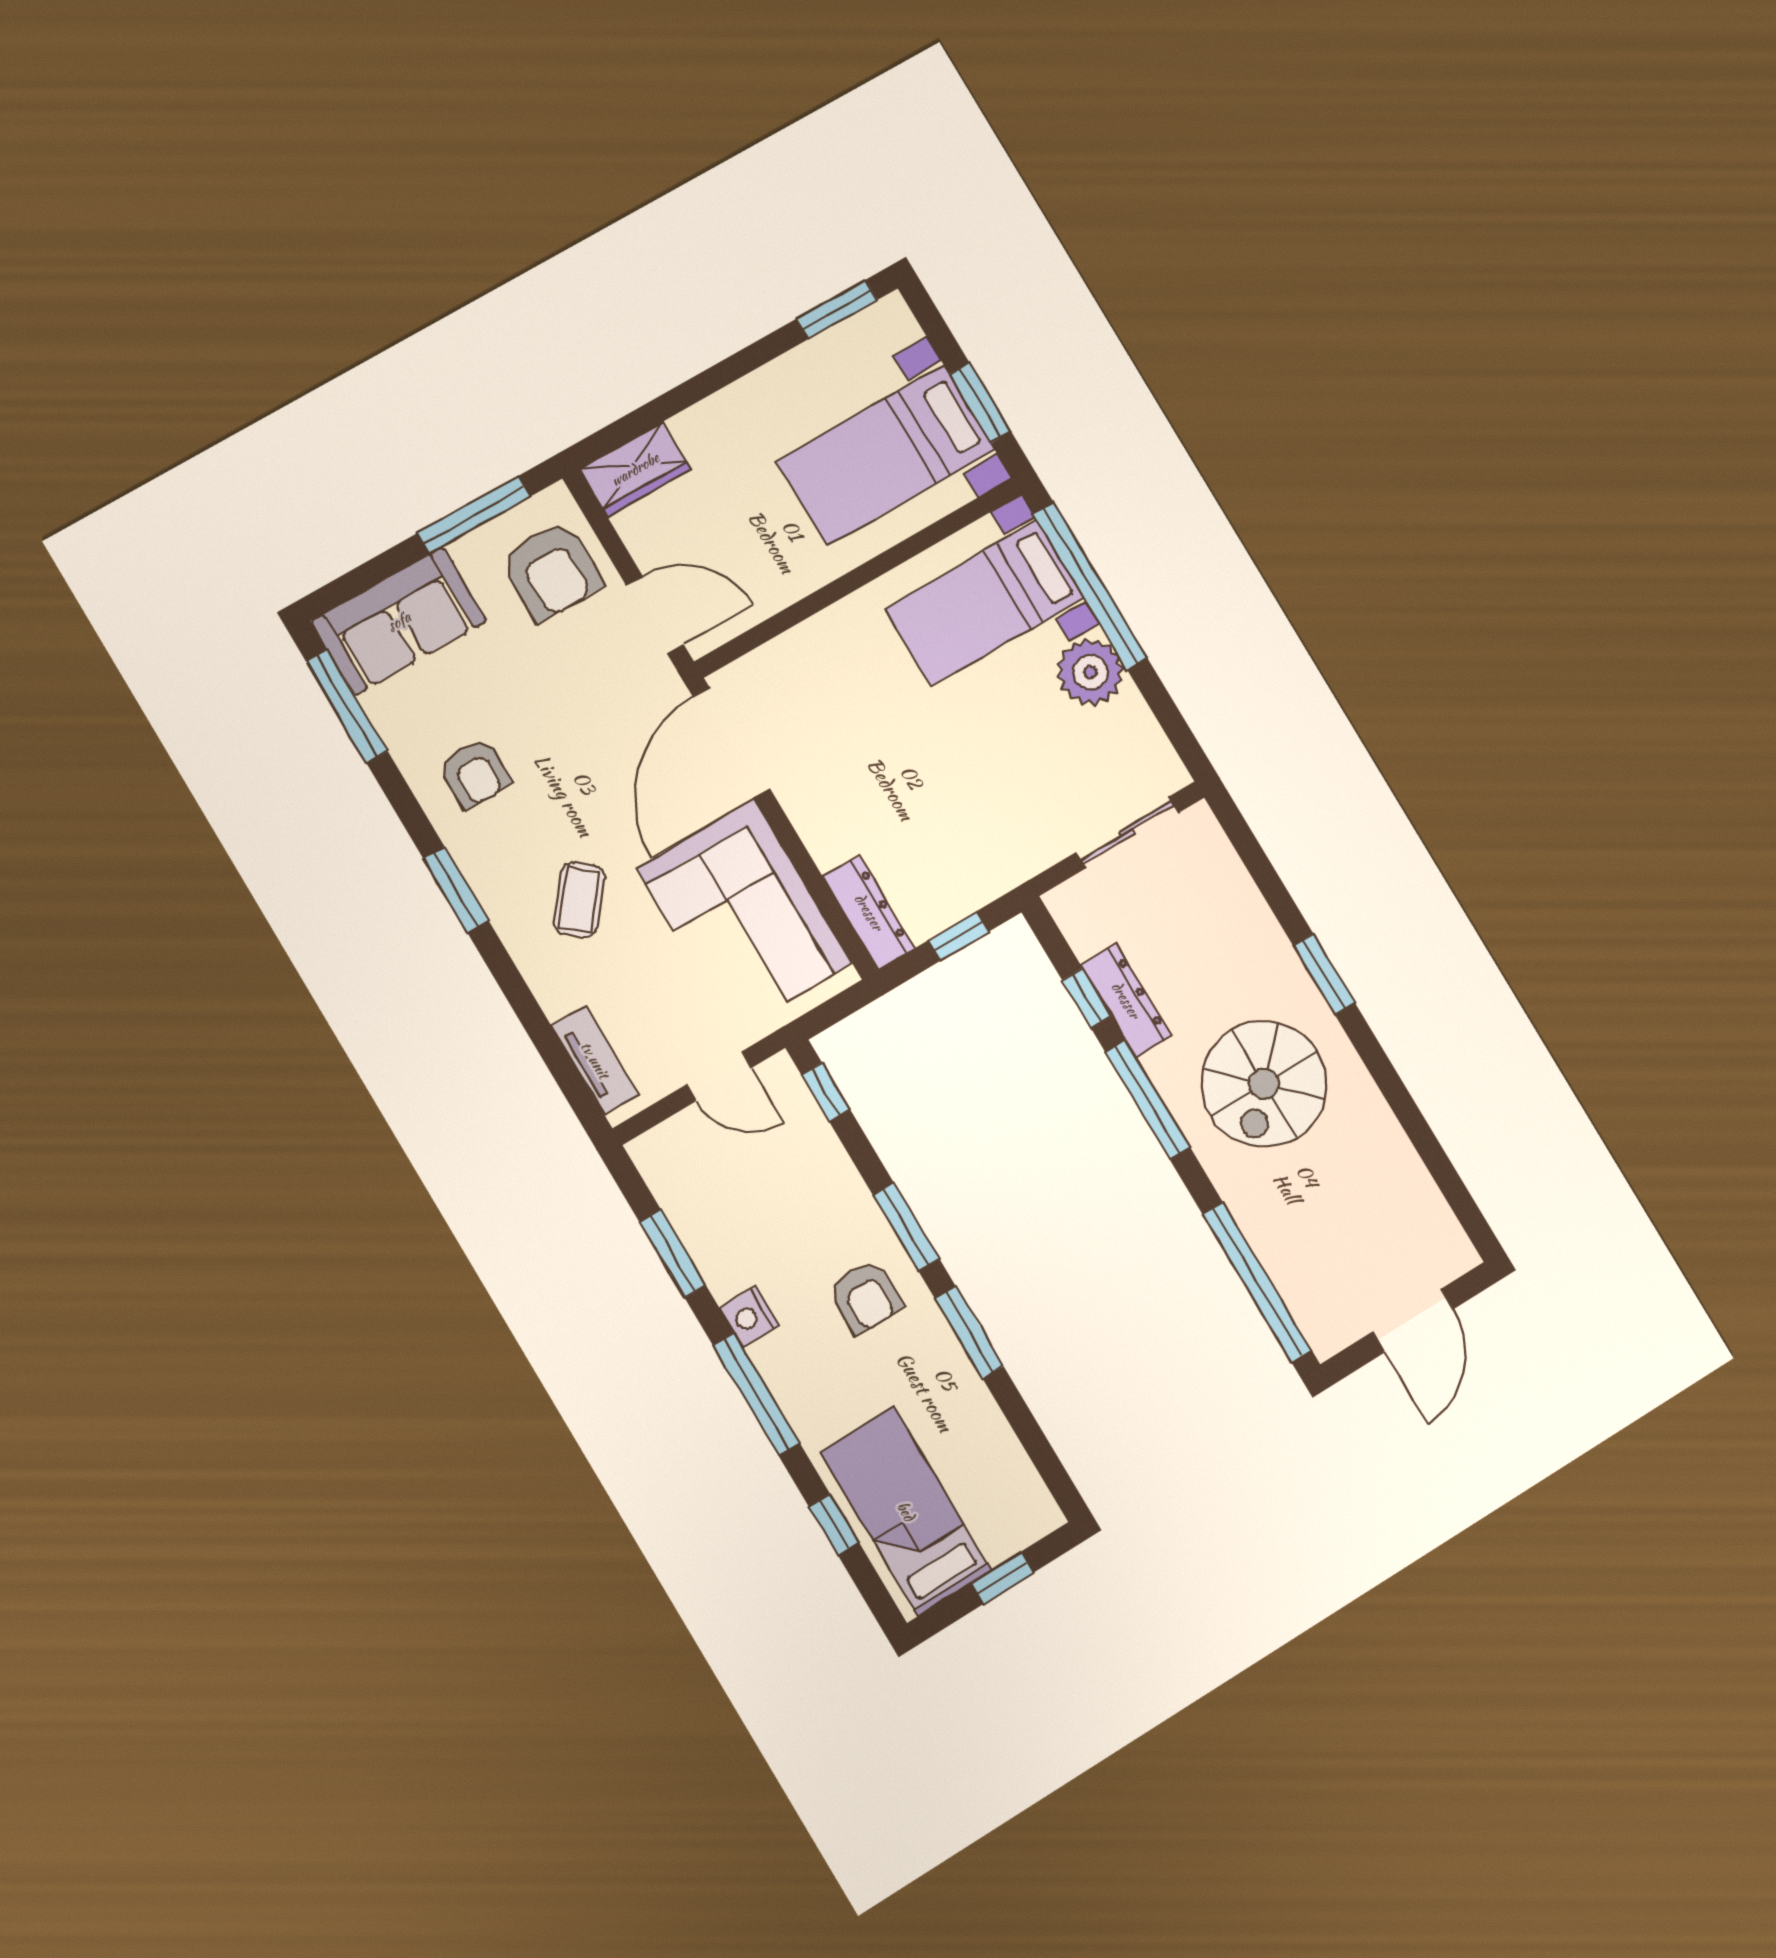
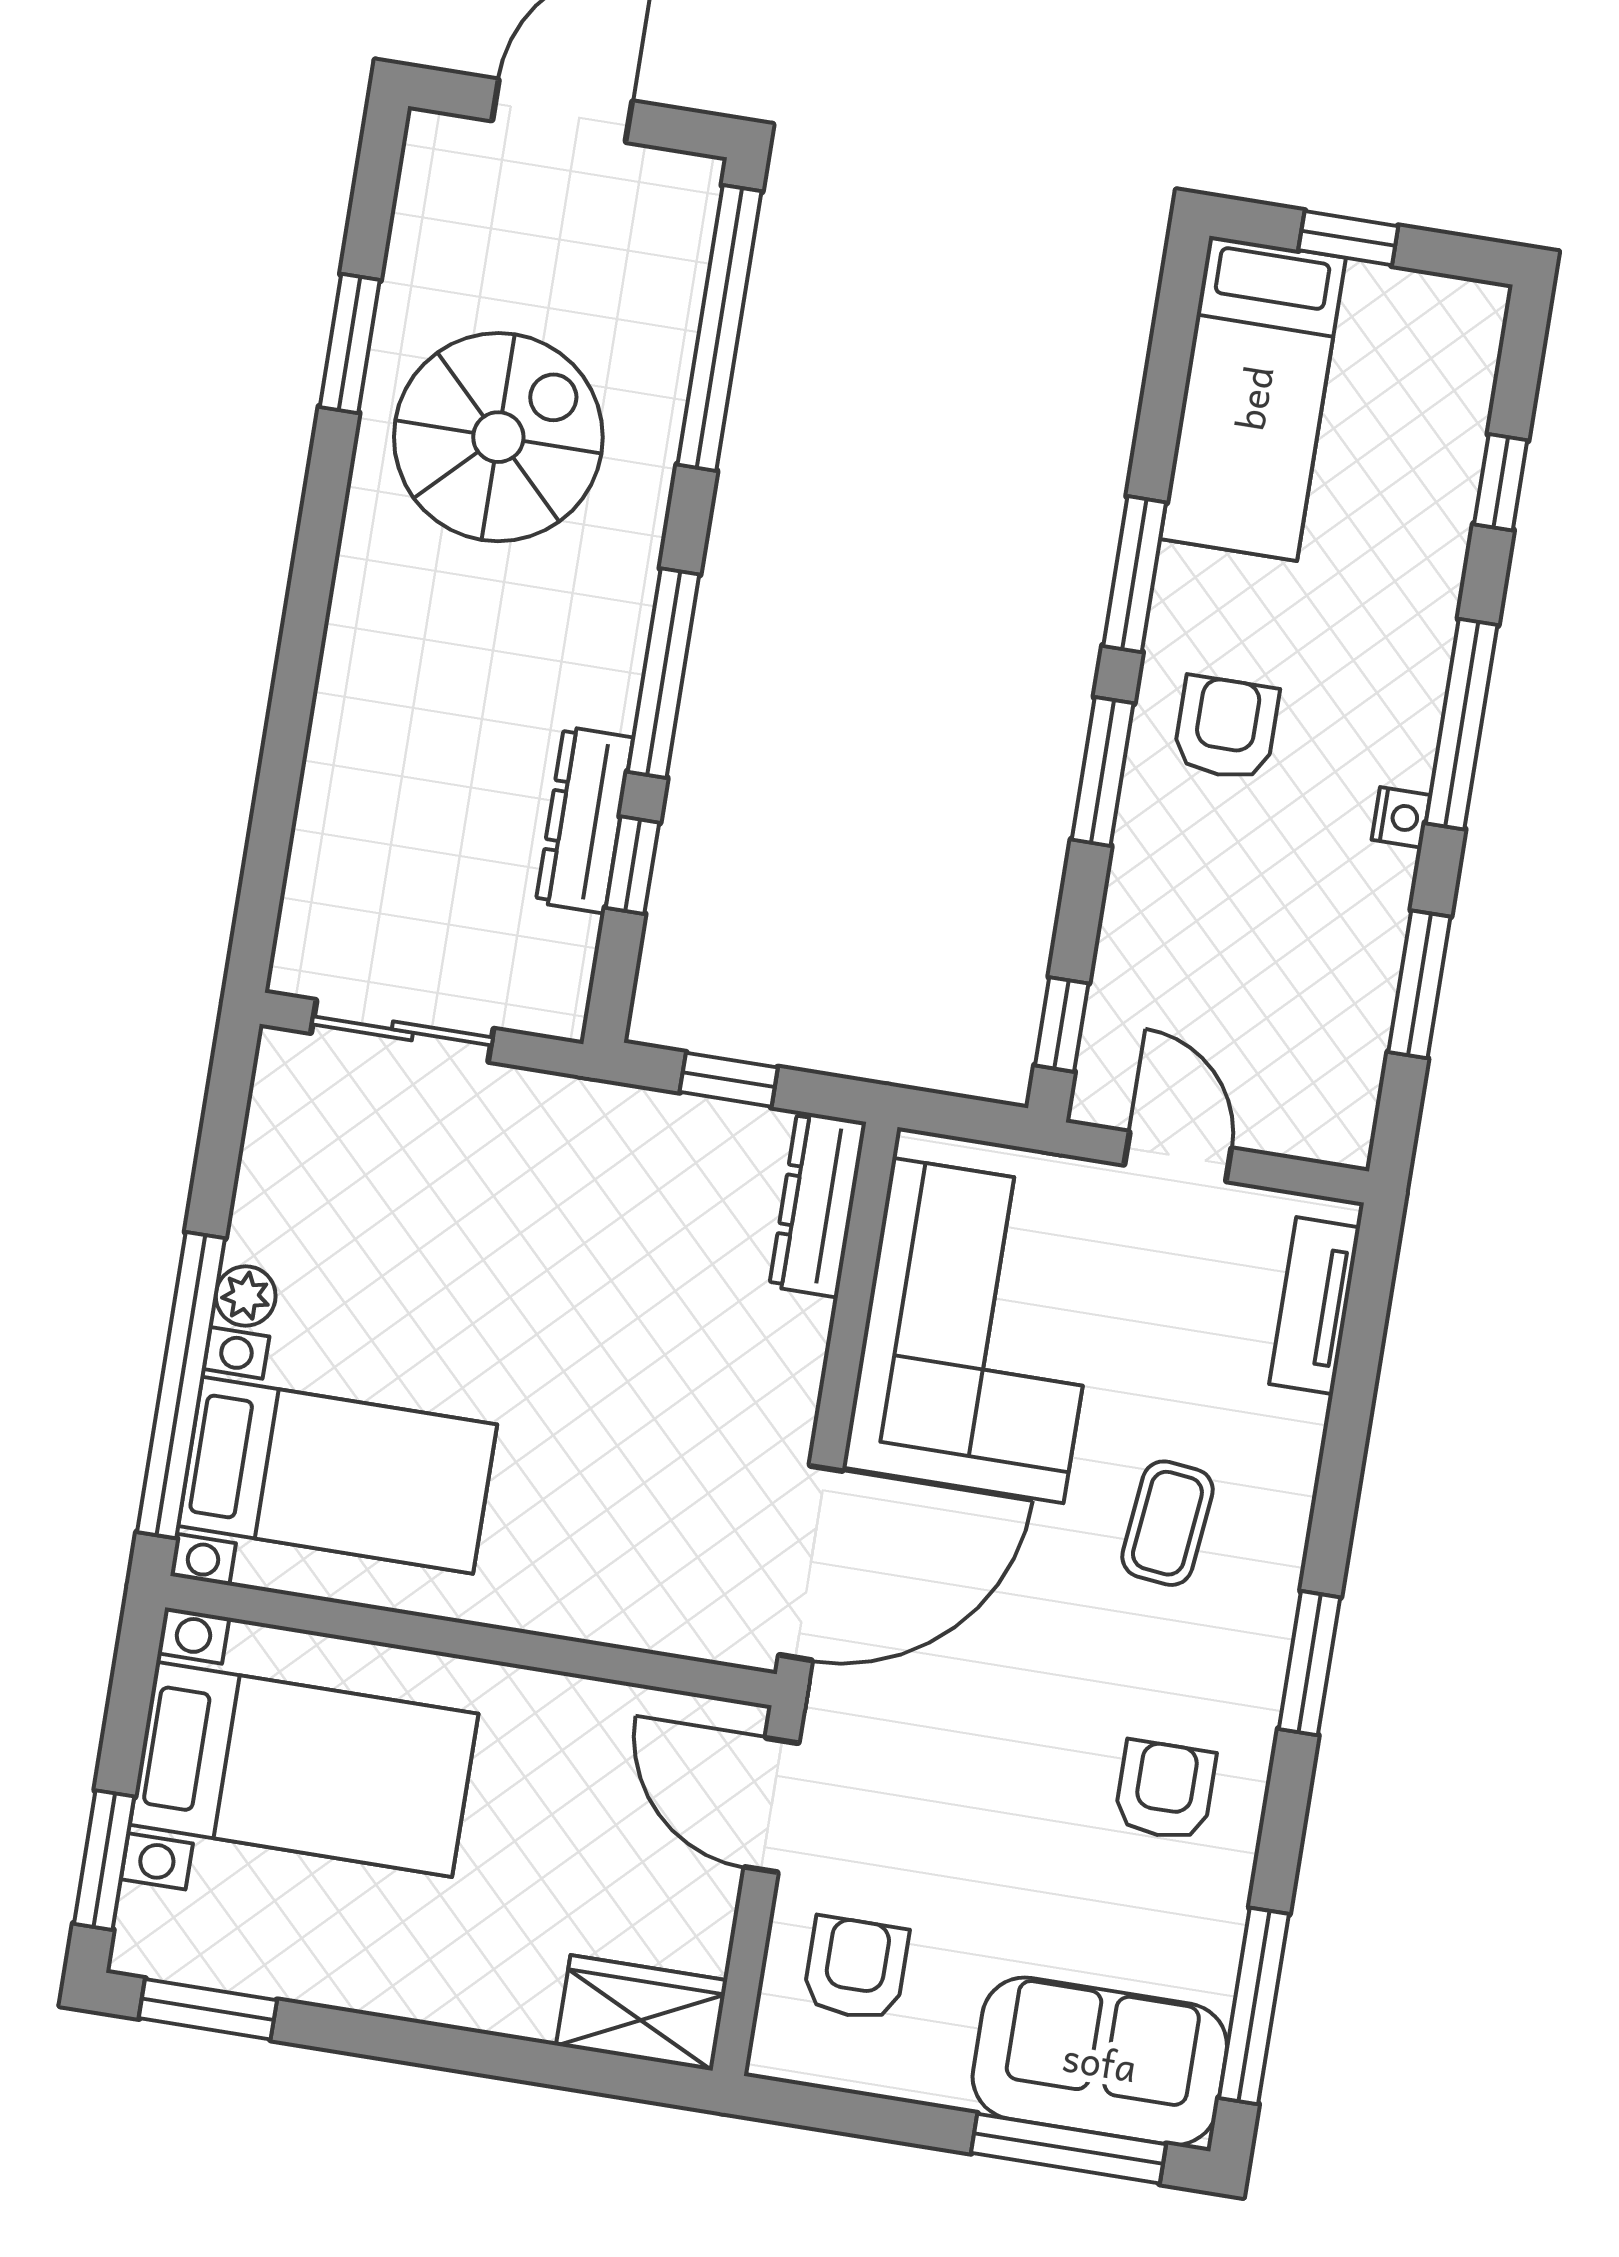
window: (980, 403) -> (104, 1860), moved
window: (474, 515) -> (1068, 2149), moved
armchair: (551, 571) -> (856, 1969), width x0.72, depth x0.72
plant: (1090, 672) -> (246, 1296), width x0.53, depth x0.53
coffee table: (579, 900) -> (1167, 1523), turned -33
window: (1324, 974) -> (350, 343), moved
spiral stairs: (1264, 1084) -> (498, 437), moved
nightstand: (749, 1317) -> (1401, 817), width x0.72, depth x0.74
bed: (906, 1511) -> (1253, 398), moved

